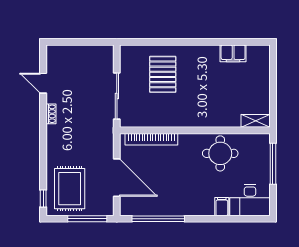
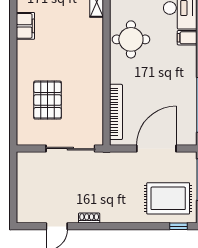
pallet: (163, 74) -> (48, 100), turned 90

